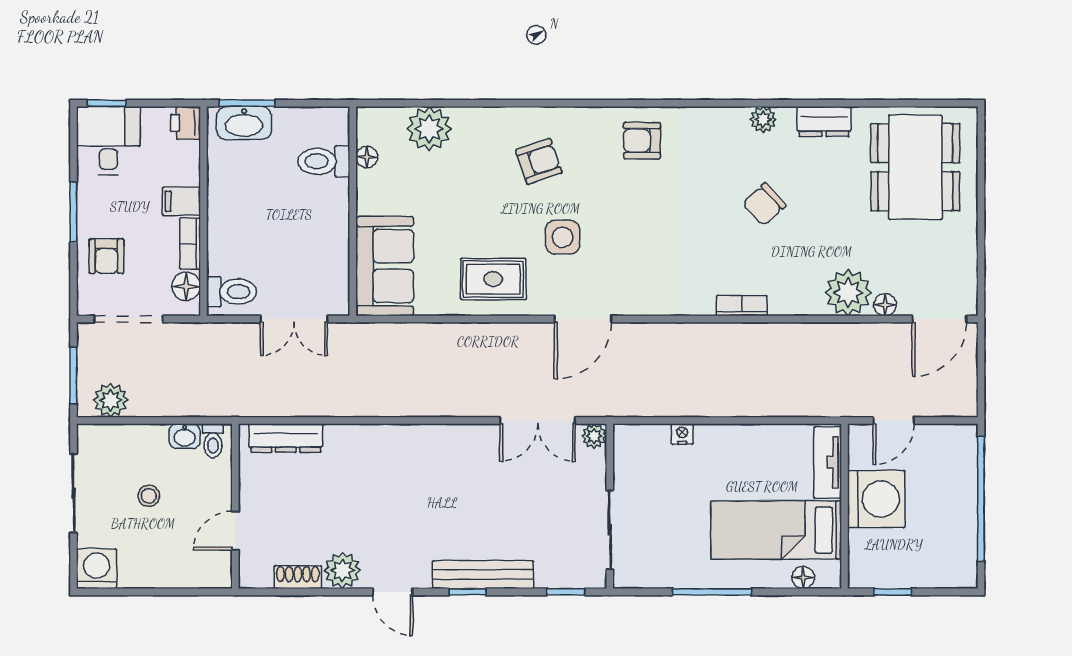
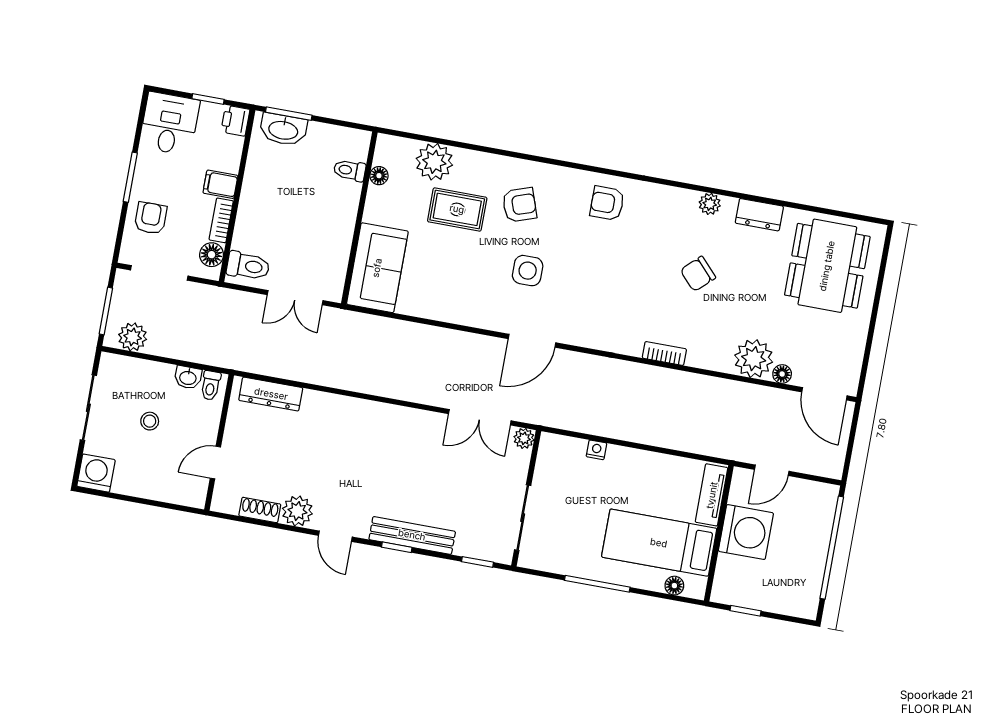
window: (106, 103) -> (208, 99), moved
toilet: (324, 161) -> (350, 170), width x0.73, depth x0.72
armchair: (106, 256) -> (151, 218), turned 180
rug: (493, 279) -> (457, 209), moved
door: (939, 319) -> (824, 394), hinge flipped

